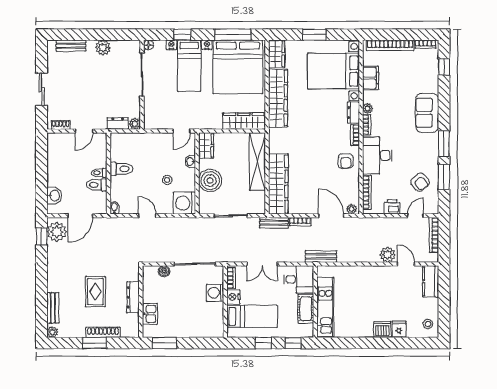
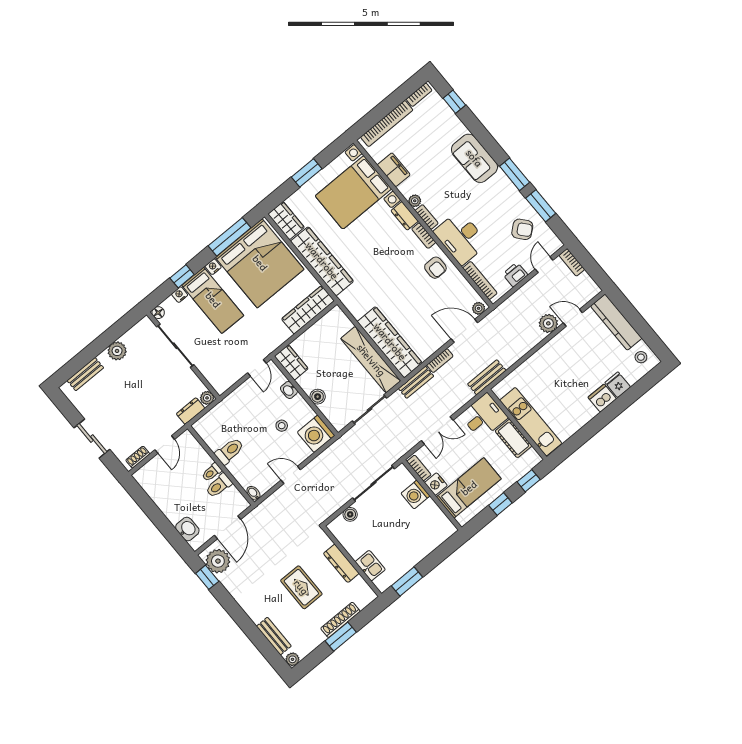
shelving: (257, 162) -> (371, 360), moved
boiler: (210, 181) -> (318, 397), width x0.54, depth x0.54
bookcase: (434, 235) -> (572, 262), width x0.64
kitchen counter: (431, 281) -> (616, 322), width x1.50

